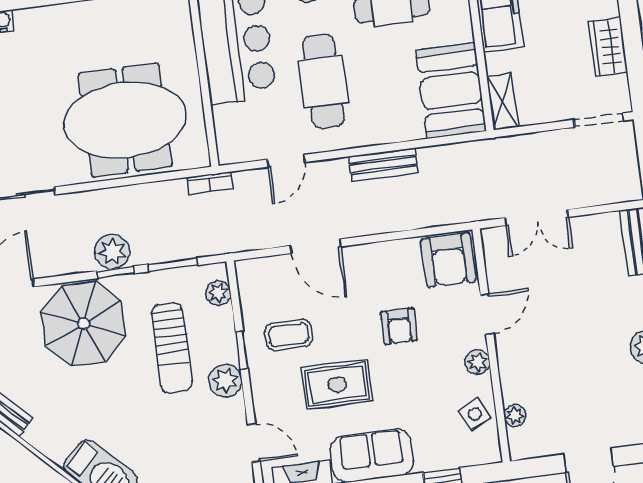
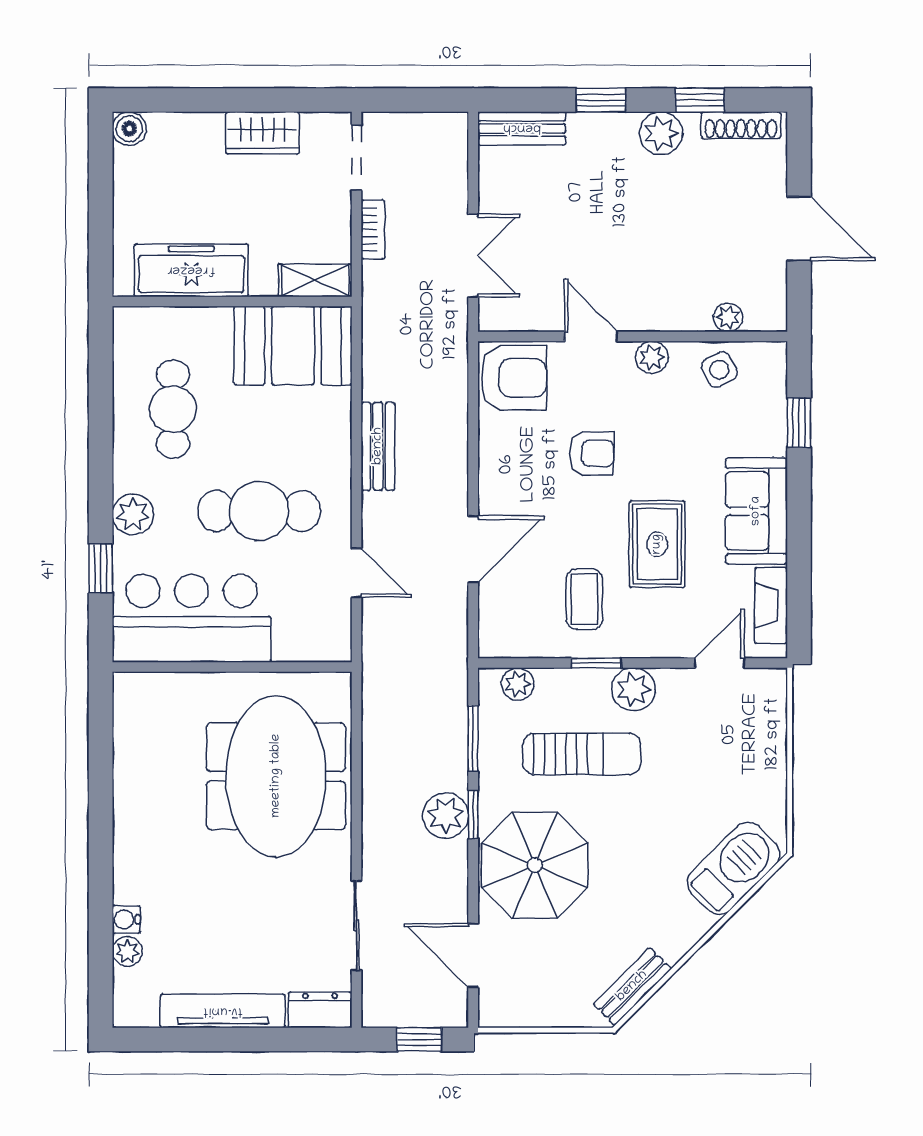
bookcase: (210, 183) -> (373, 230), moved

